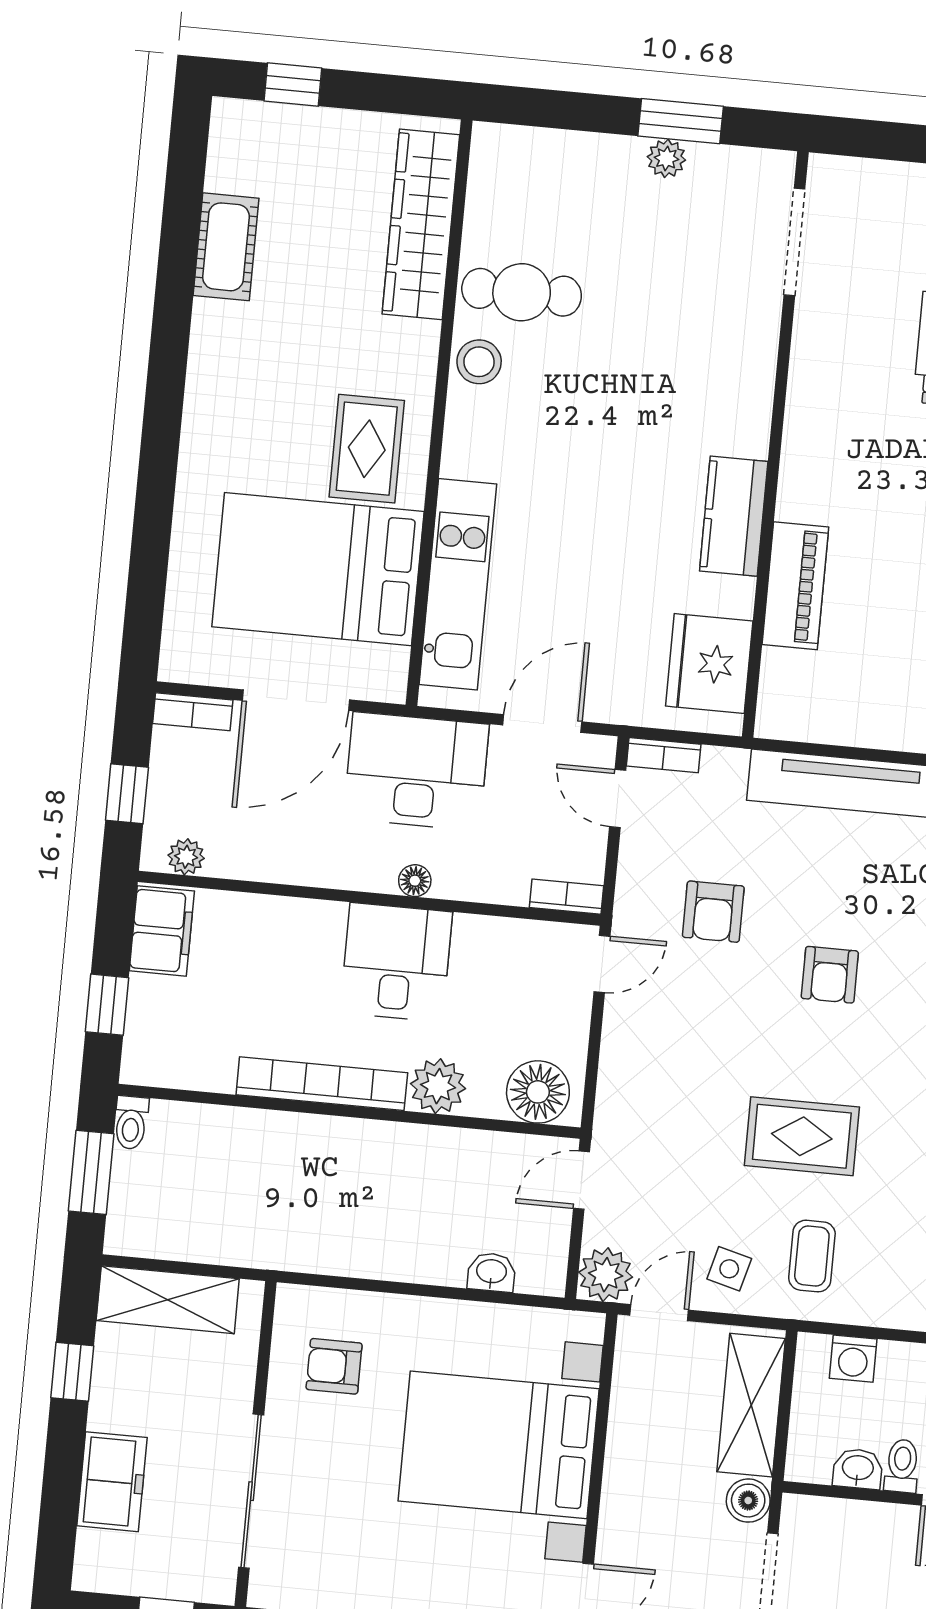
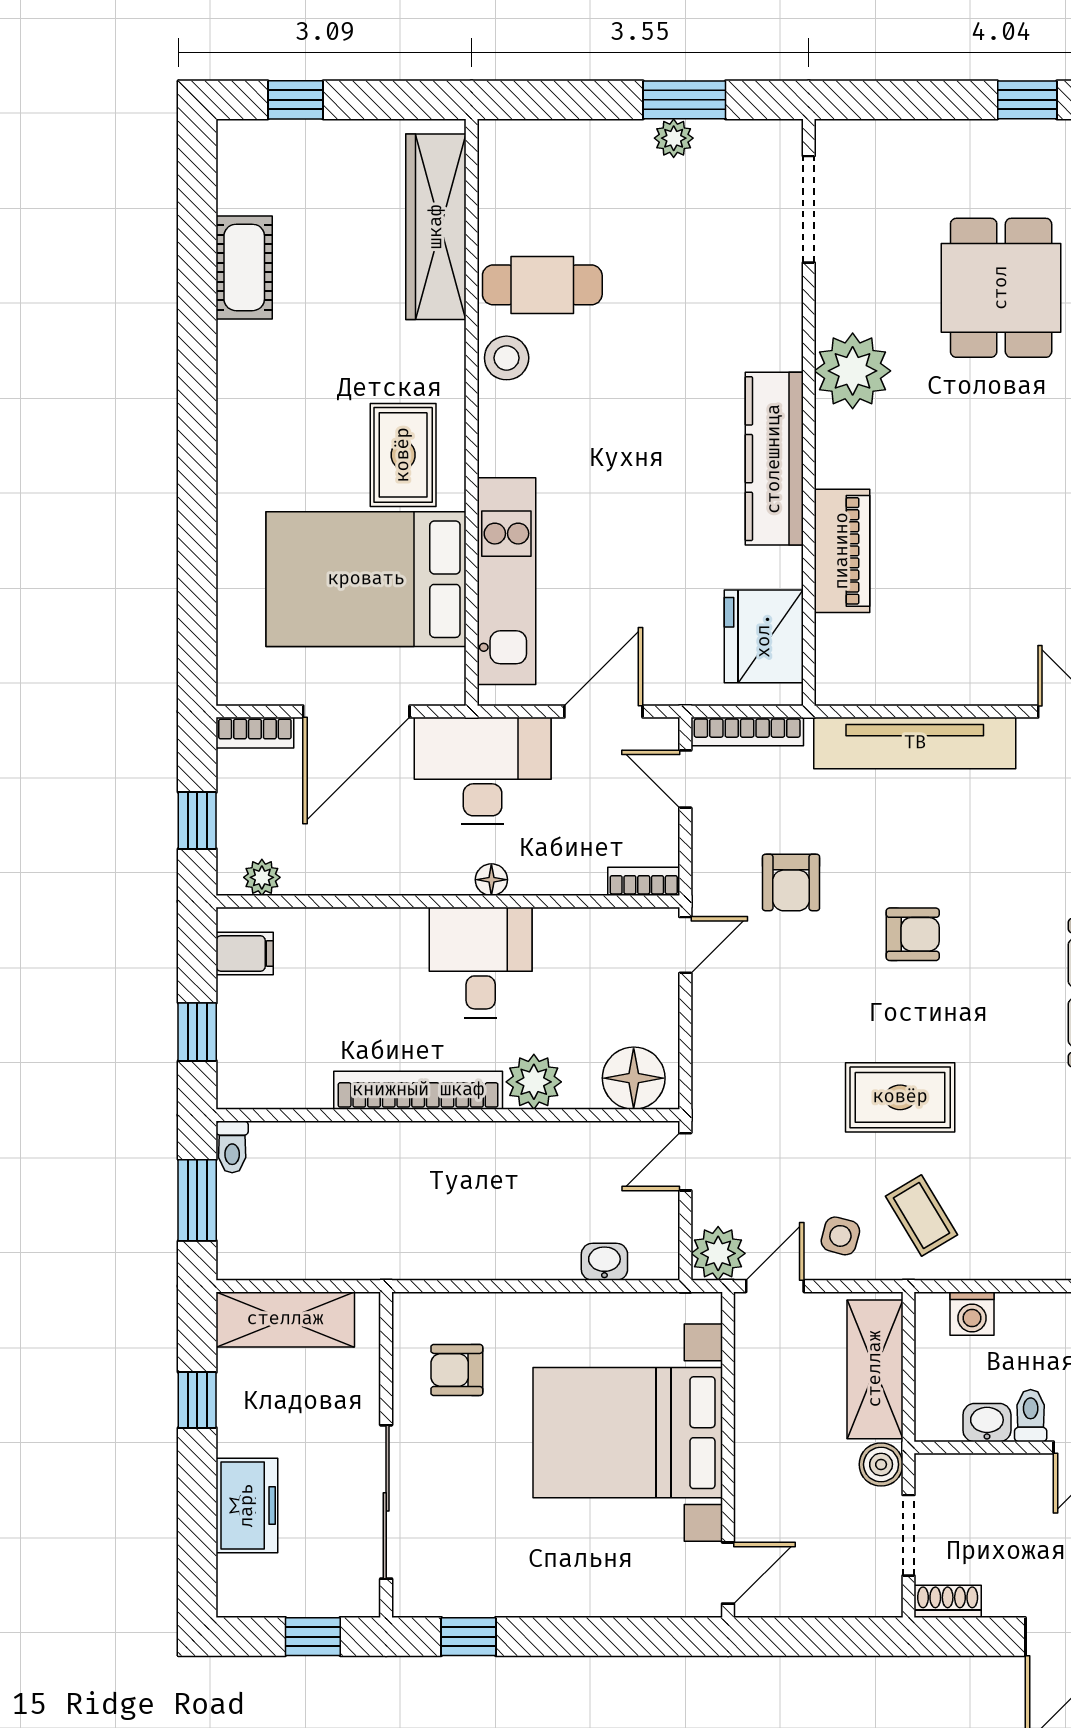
plant: (823, 407) -> (853, 371), added
kitchen counter: (734, 516) -> (774, 459), width x1.50
bookcase: (664, 755) -> (747, 732), width x1.56
filing cabinet: (162, 931) -> (245, 953), width x0.50
armchair: (830, 975) -> (913, 934), turned -90
coffee table: (812, 1256) -> (921, 1215), turned -31

